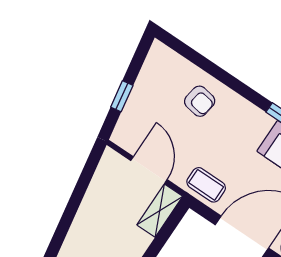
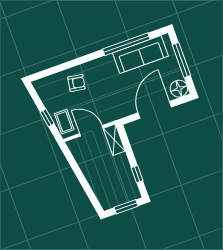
coffee table: (206, 185) -> (64, 122), moved, turned 90

